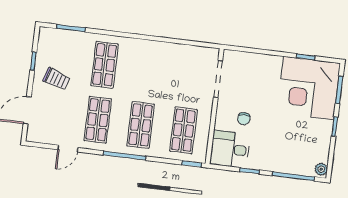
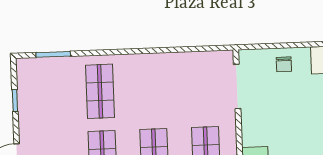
trolley: (57, 79) -> (46, 117), removed
chair: (244, 119) -> (284, 64), moved

